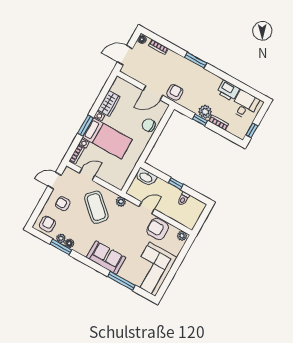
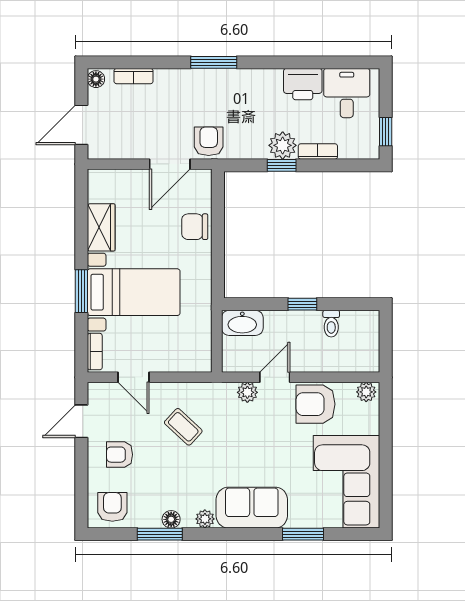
door: (87, 174) -> (133, 377), swing flipped
plant: (121, 202) -> (247, 392), moved
coffee table: (96, 207) -> (183, 427), width x0.54, depth x0.58
plant: (61, 238) -> (205, 519), moved
window: (121, 281) -> (303, 534), width x0.69

